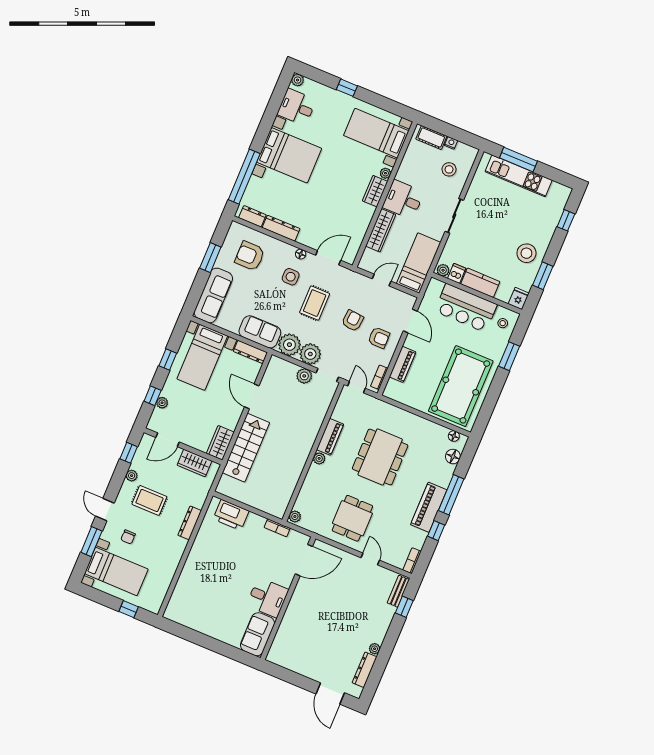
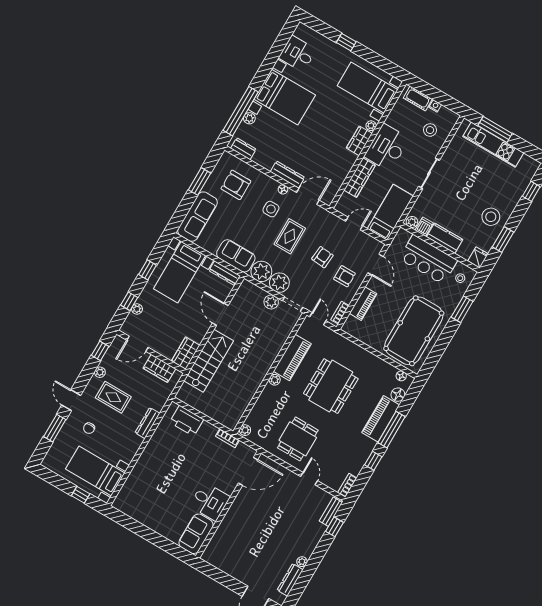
plant: (298, 80) -> (249, 118), moved
desk: (403, 200) -> (387, 147), width x1.37
dresser: (281, 228) -> (287, 175), moved
piano: (330, 437) -> (292, 357), width x1.37, depth x1.33
piano: (429, 507) -> (381, 419), moved
bed with nightstands: (116, 571) -> (95, 471), moved, turned 180

